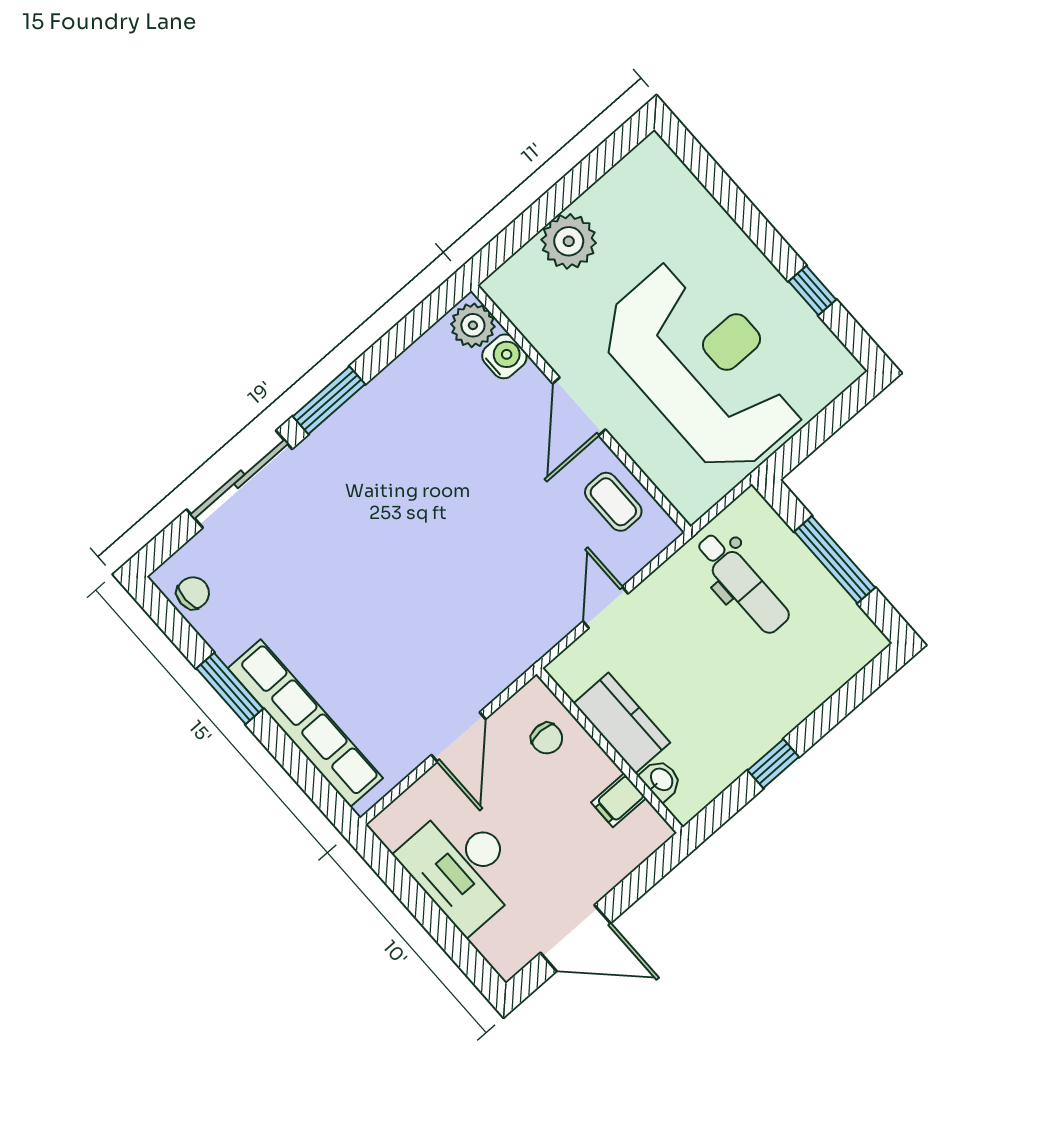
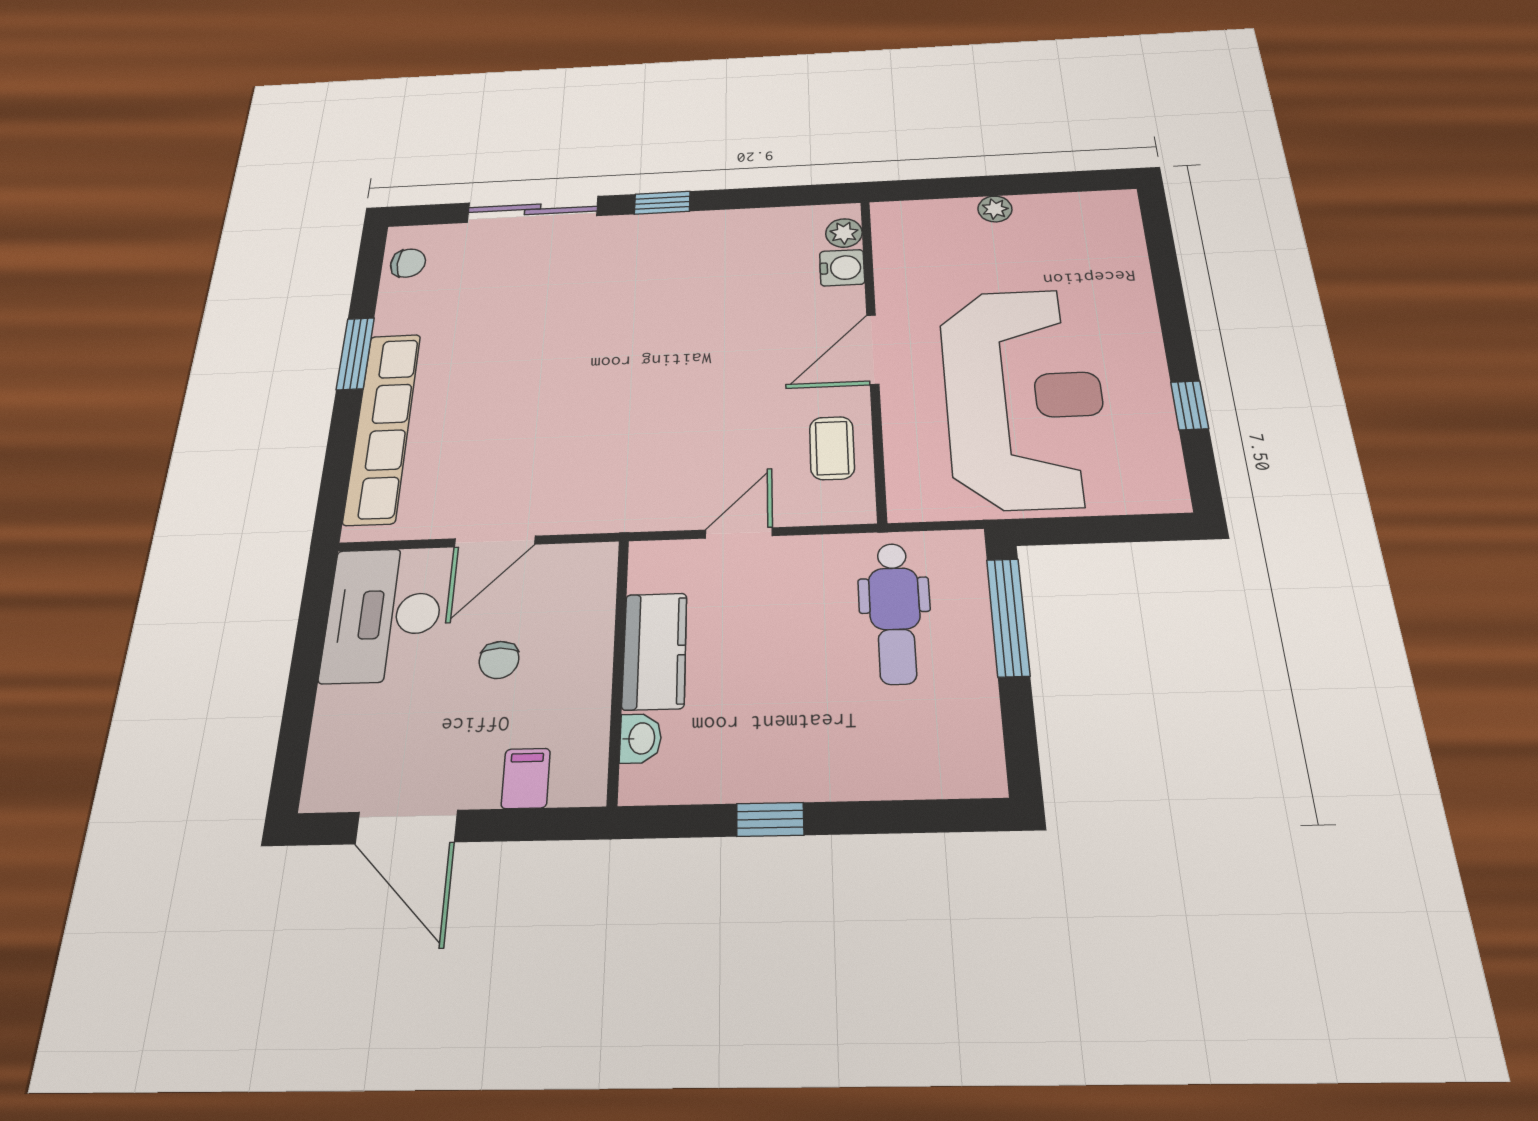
plant: (569, 241) -> (995, 209), width x0.53, depth x0.53
plant: (473, 325) -> (844, 233), width x0.73, depth x0.73
window: (329, 400) -> (662, 203), width x0.67
window: (835, 560) -> (1008, 617), moved
chair: (547, 738) -> (499, 660), moved
filing cabinet: (619, 800) -> (526, 778), moved, turned 90
desk: (462, 867) -> (383, 614), moved

